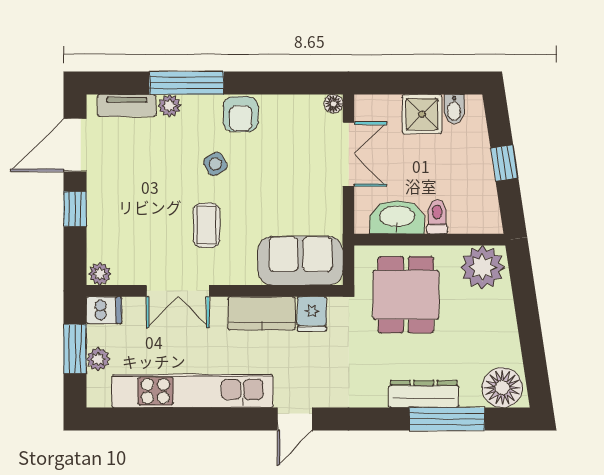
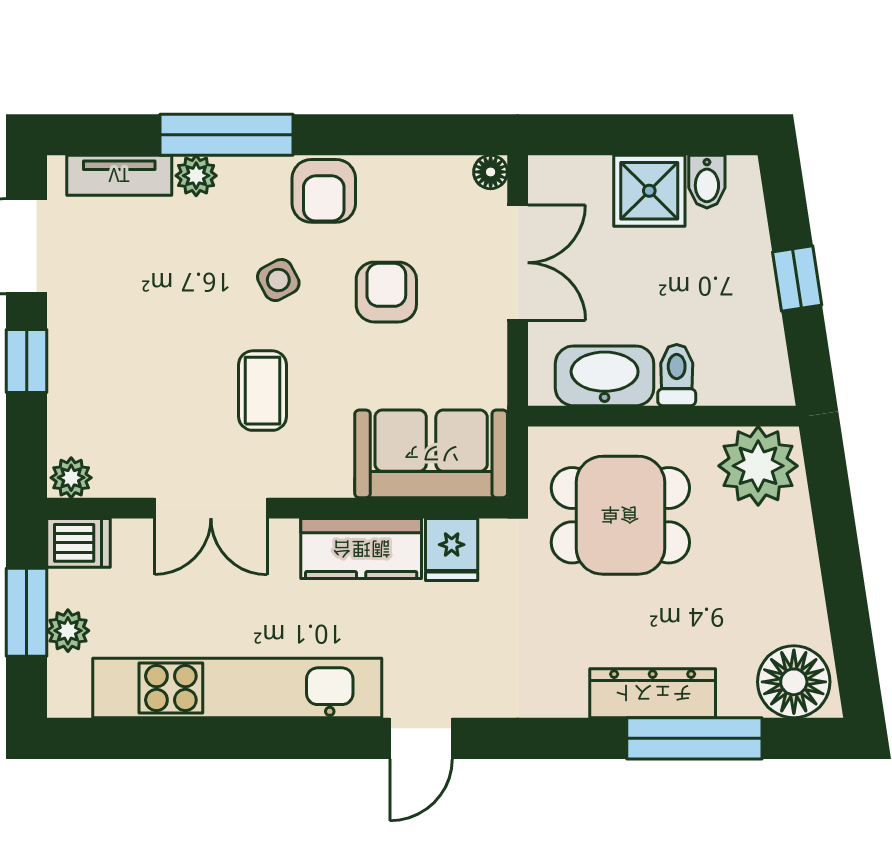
armchair: (275, 171) -> (386, 292), added
dining table: (406, 295) -> (620, 515), turned 90

